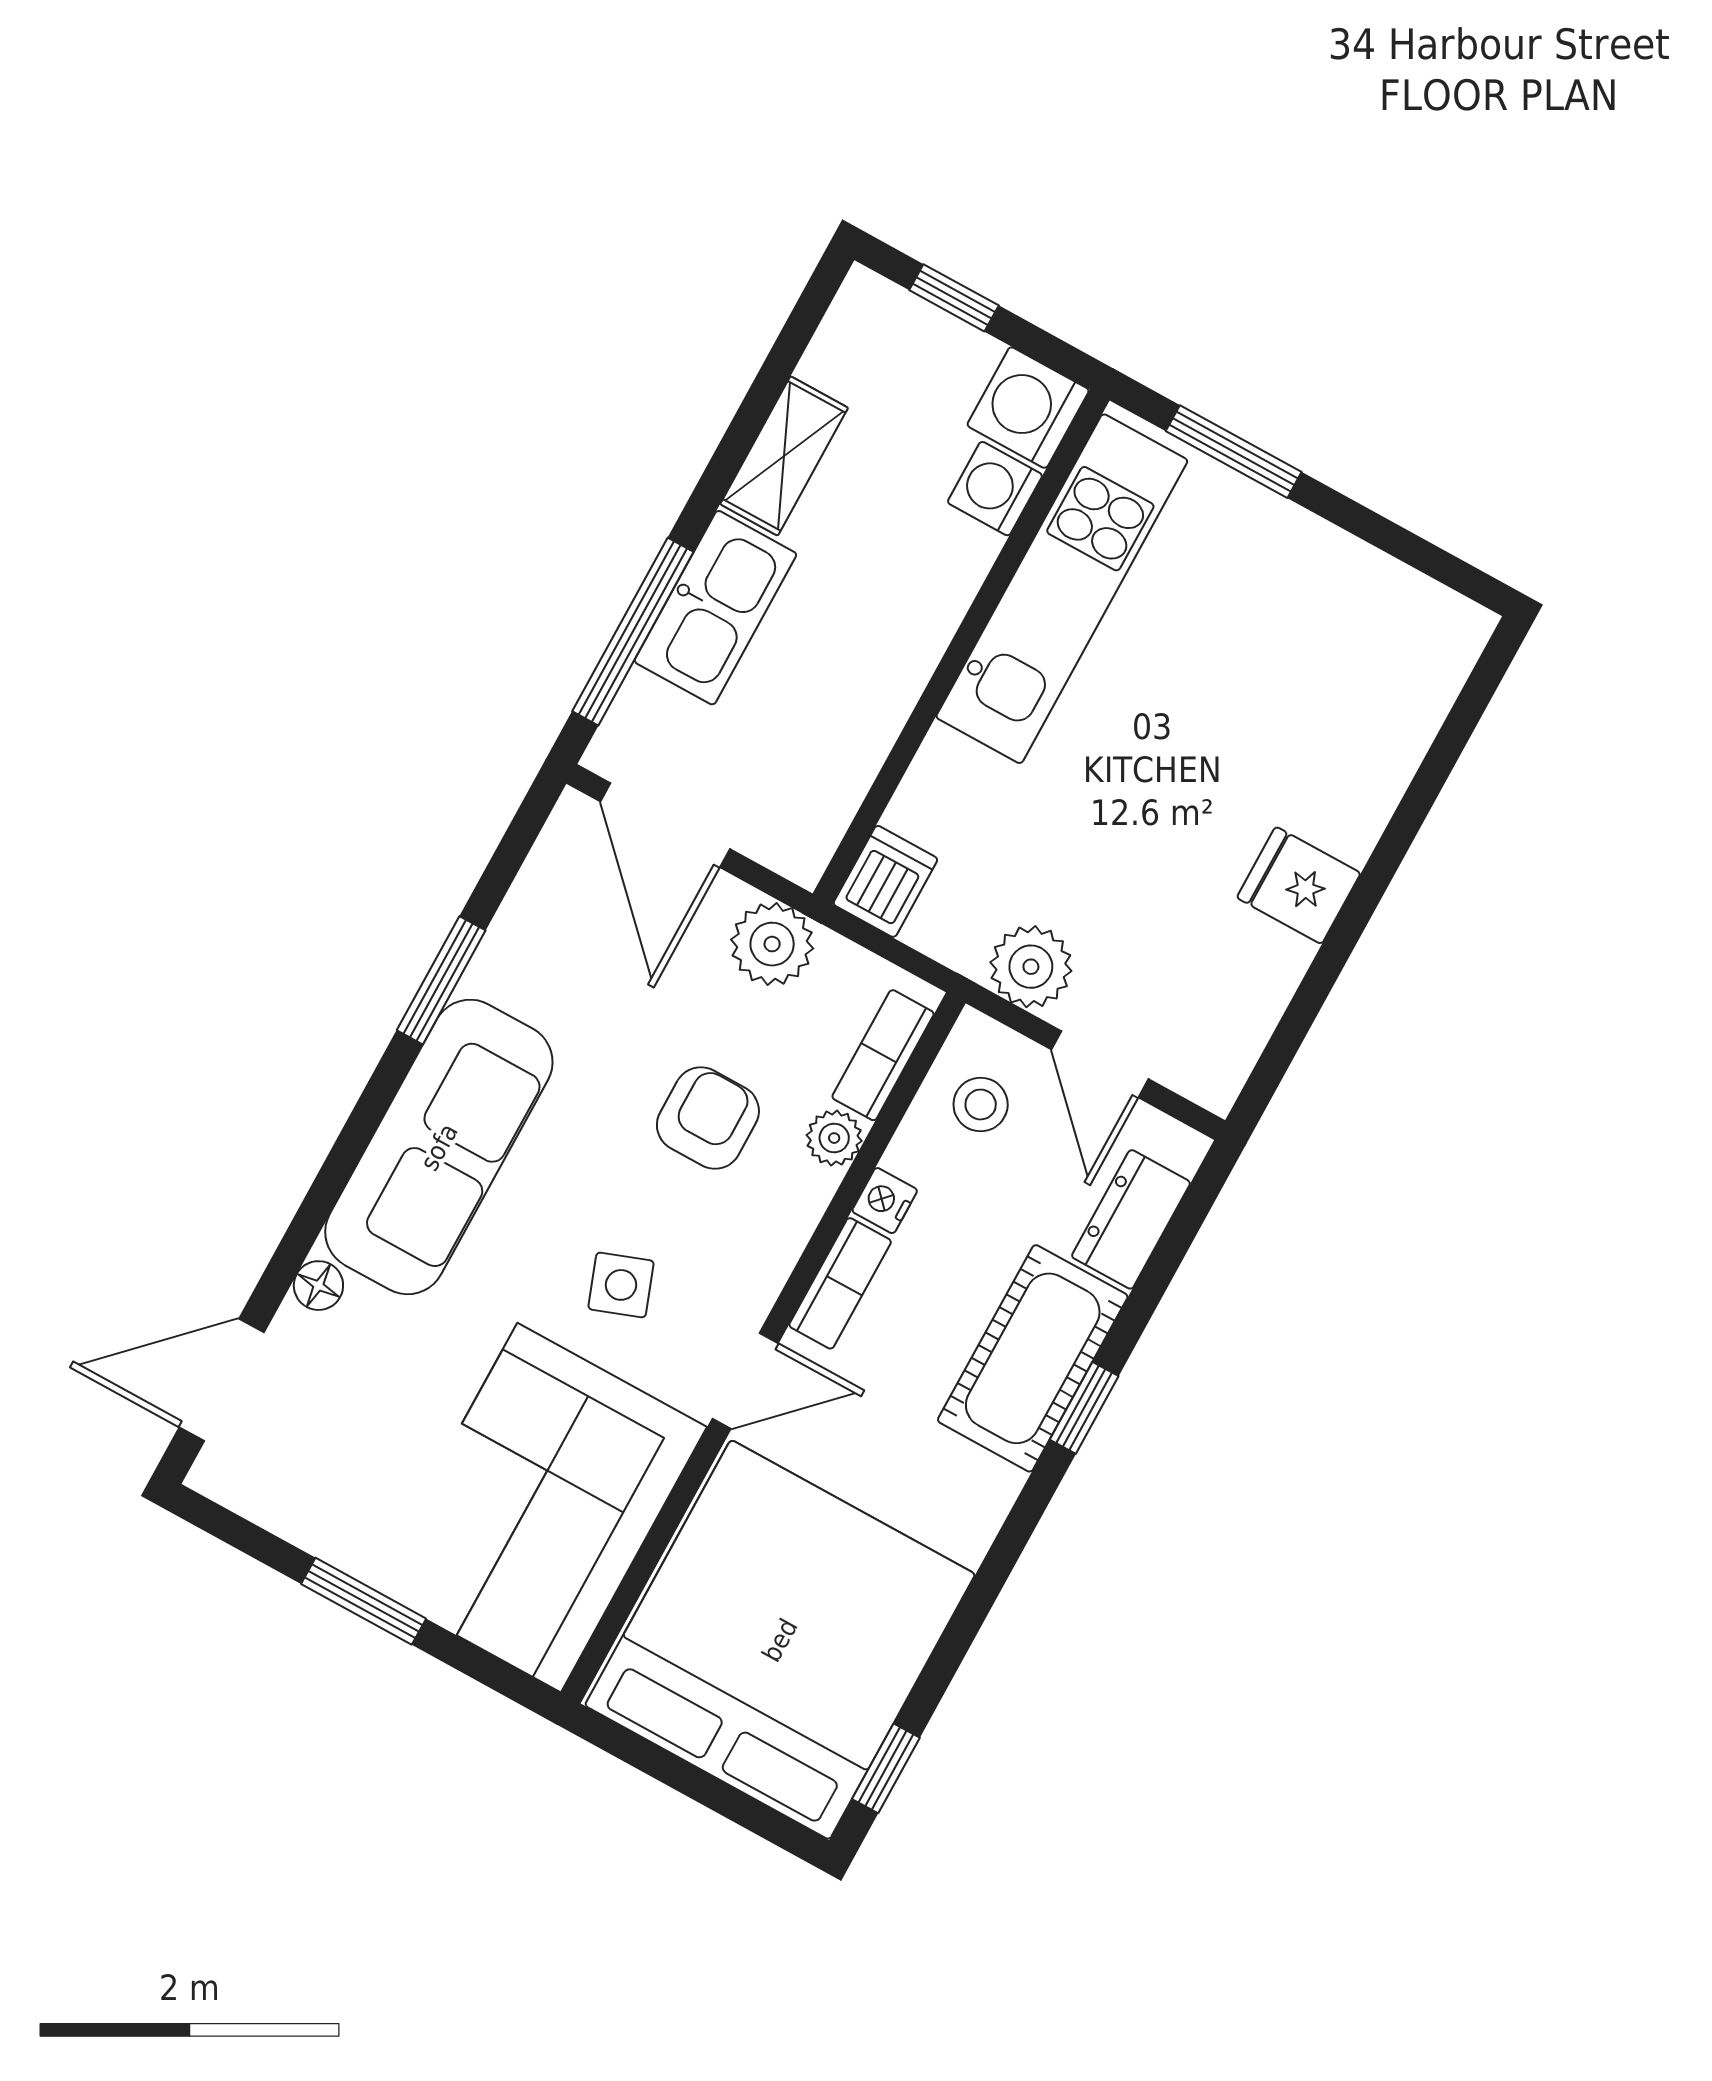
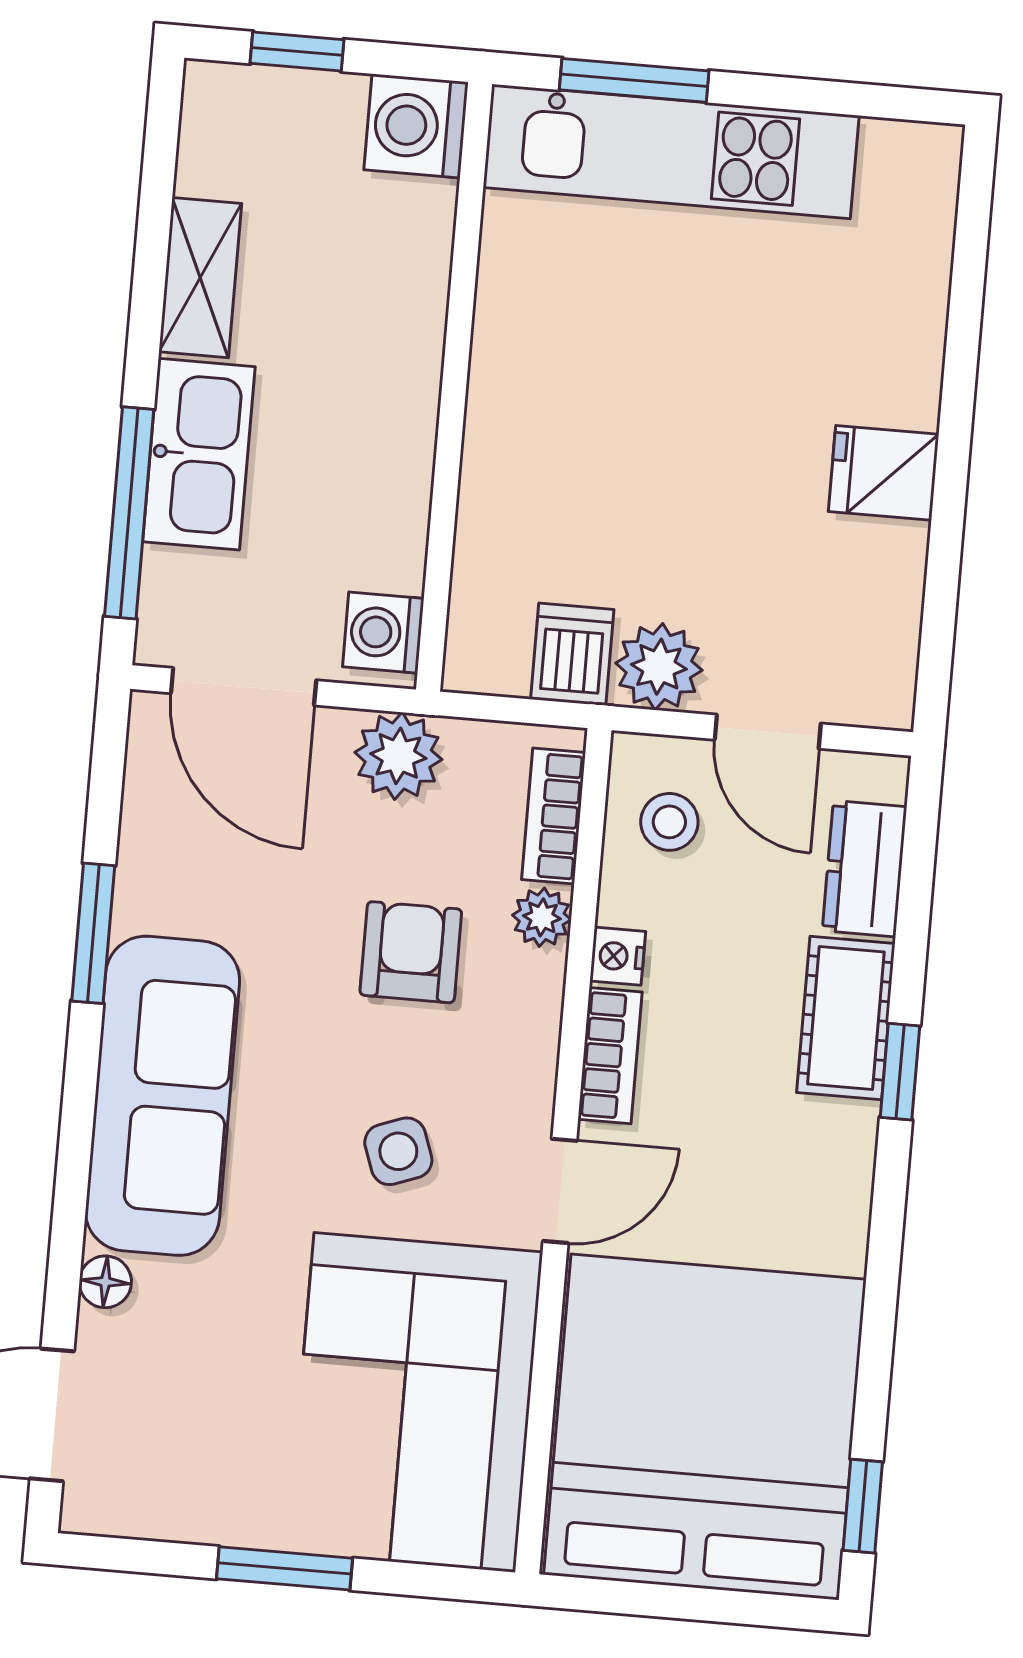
washing machine: (995, 489) -> (383, 633), moved
kitchen unit: (1062, 589) -> (671, 152), moved, turned 90
dishwasher: (885, 881) -> (572, 654), moved
cot: (1033, 1358) -> (846, 1018), width x0.73, depth x0.75

